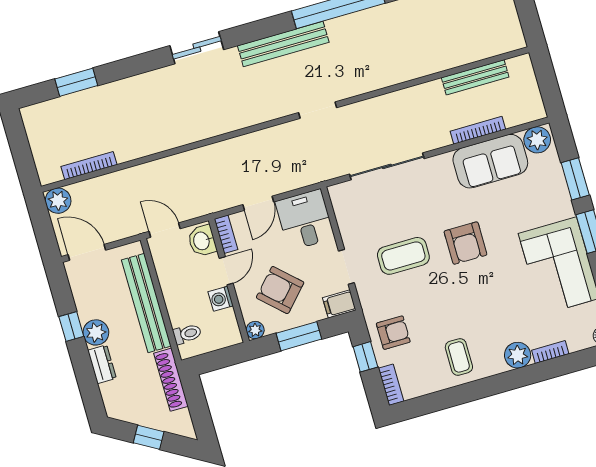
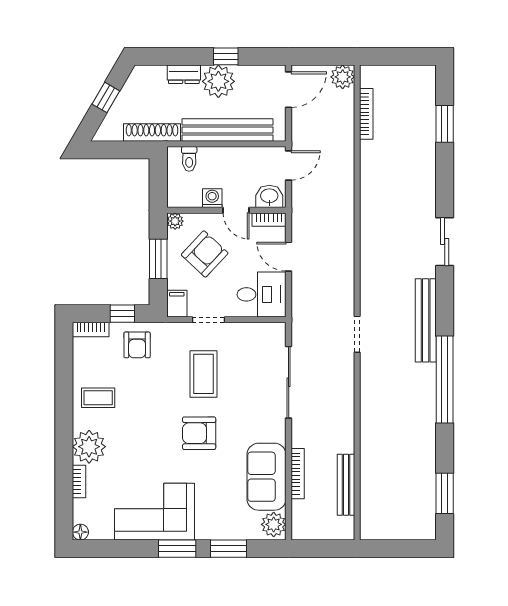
plant: (96, 332) -> (218, 81), width x1.36, depth x1.36
plant: (518, 355) -> (89, 447), width x1.36, depth x1.36

